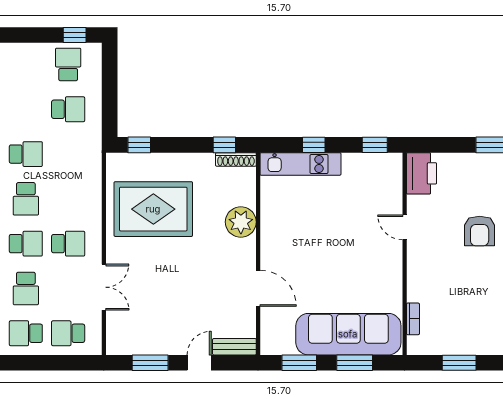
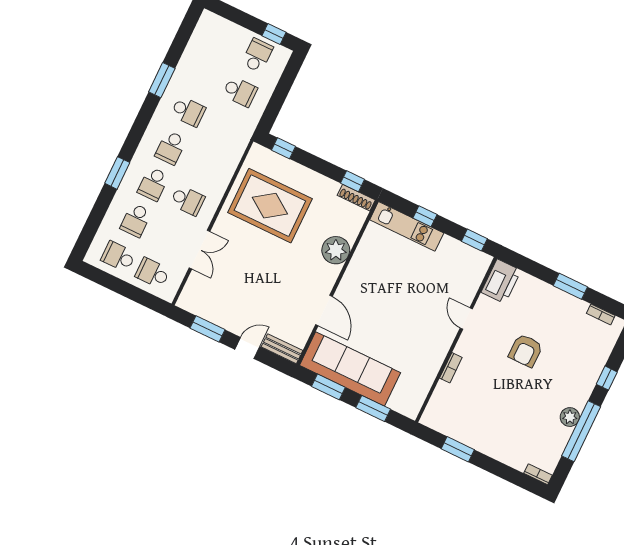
school desk: (26, 244) -> (153, 184), turned 90
bookcase: (413, 319) -> (451, 368), moved
sofa: (348, 334) -> (350, 369), moved

